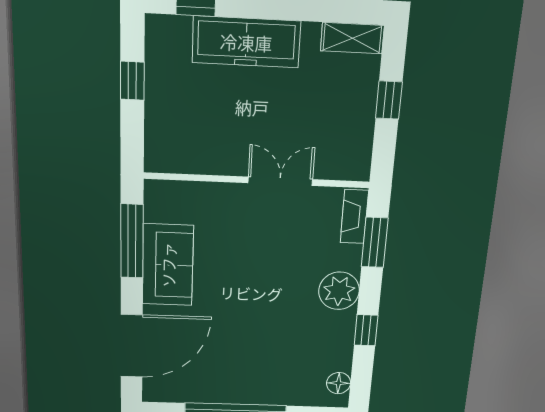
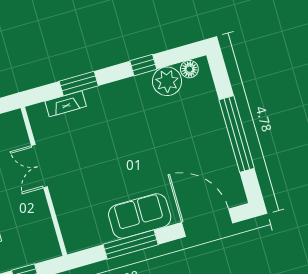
wall: (257, 180) -> (44, 181), moved
double door: (280, 181) -> (39, 166), moved
plant: (339, 291) -> (167, 81), moved

